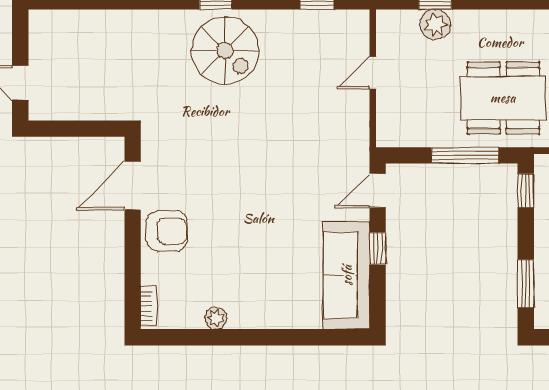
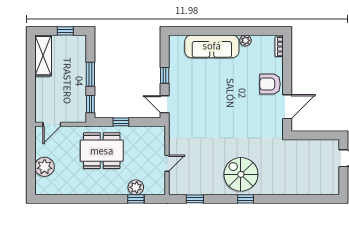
window: (465, 155) -> (121, 122), width x0.46
door: (378, 191) -> (165, 104), swing flipped
sofa: (347, 275) -> (212, 46), moved, turned 90
window: (526, 284) -> (90, 74), moved

